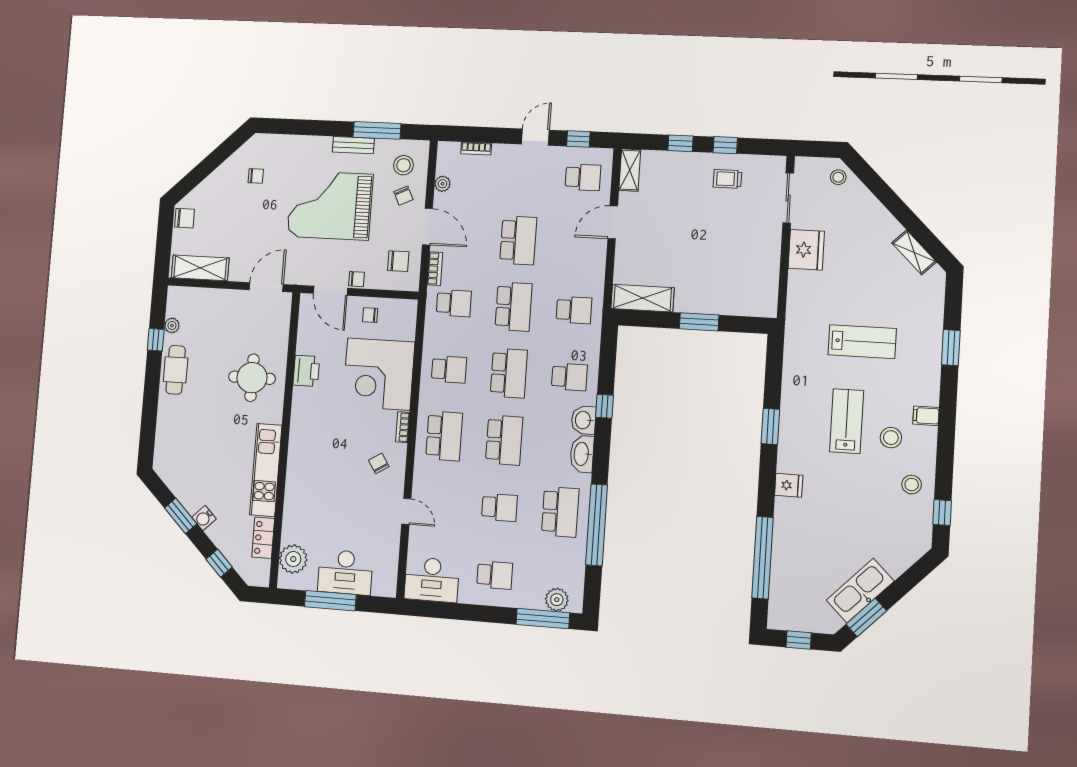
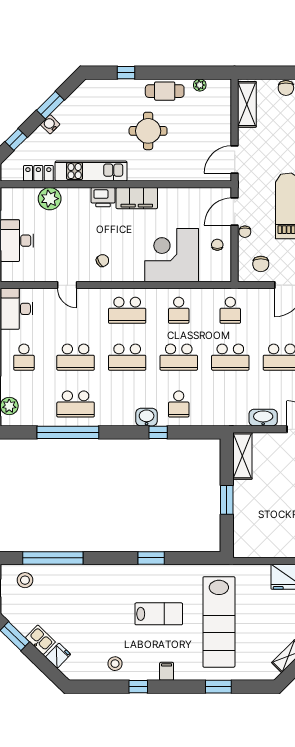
bookcase: (435, 269) -> (256, 293), removed
door: (266, 287) -> (235, 160), swing flipped
school desk: (574, 310) -> (230, 404), removed
window: (156, 340) -> (126, 73), moved
lab bench: (862, 342) -> (219, 622), width x1.86, depth x1.39
printer: (306, 371) -> (103, 197), moved
round table: (252, 378) -> (148, 131), moved
filing cabinet: (304, 414) -> (137, 198), added
bookcase: (403, 427) -> (132, 277), removed
stool: (891, 438) -> (25, 580), moved
washbasin: (582, 454) -> (263, 418), moved
fridge: (789, 485) -> (58, 656), moved, turned -136
school desk: (499, 507) -> (76, 357), width x1.85
door: (406, 511) -> (67, 285), hinge flipped
window: (942, 512) -> (138, 687), moved
plant: (293, 559) -> (50, 199), moved
kitchen sink: (860, 591) -> (40, 640), width x0.53, depth x0.81

